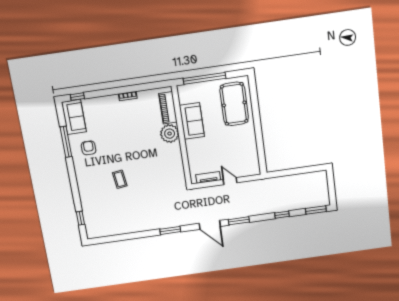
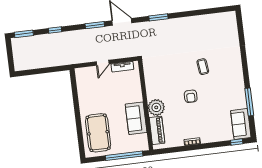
armchair: (89, 148) -> (191, 96), moved
door: (230, 181) -> (103, 63), hinge flipped
window: (80, 218) -> (241, 31), removed

